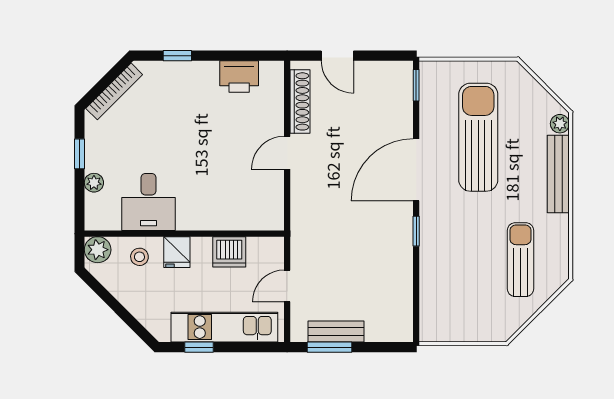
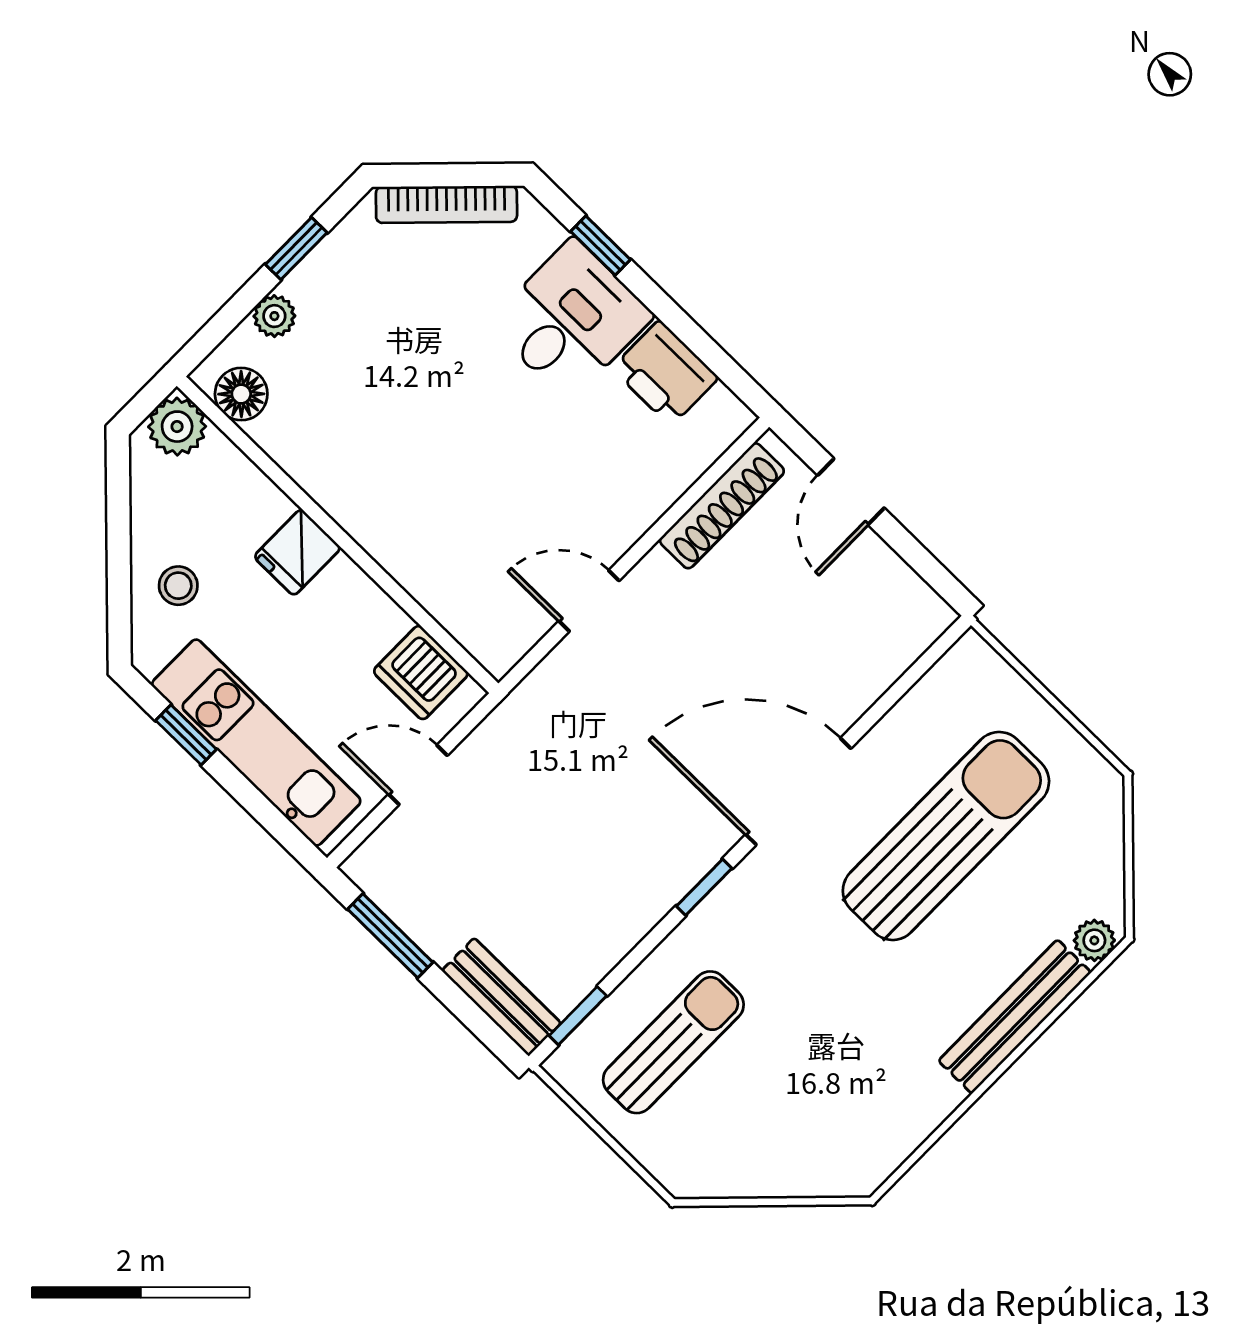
window: (416, 85) -> (578, 1016), moved
door: (287, 153) -> (589, 601), moved
desk: (149, 202) -> (571, 320), moved, turned 180
floor lamp: (108, 219) -> (241, 394), added
dishwasher: (229, 252) -> (421, 673), moved
stool: (139, 257) -> (178, 586), moved
sun lounger: (520, 260) -> (673, 1042), moved
bench: (336, 331) -> (501, 997), moved

